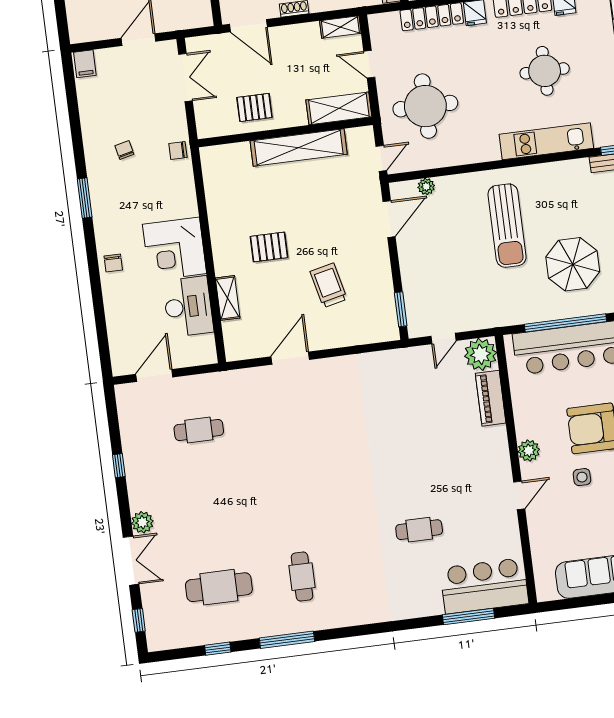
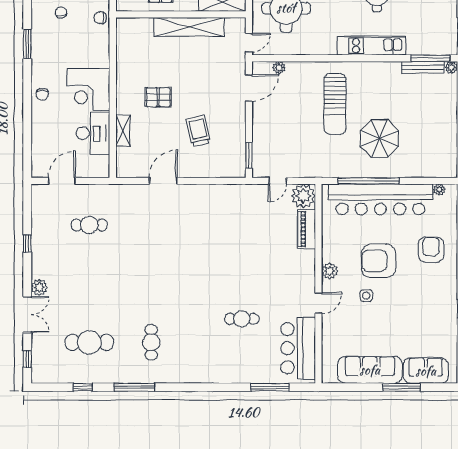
bar counter: (484, 586) -> (298, 348), moved, turned -90

